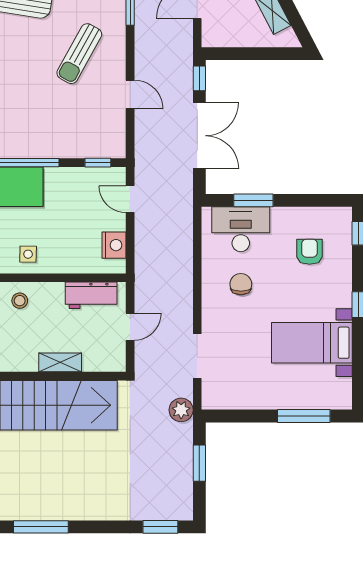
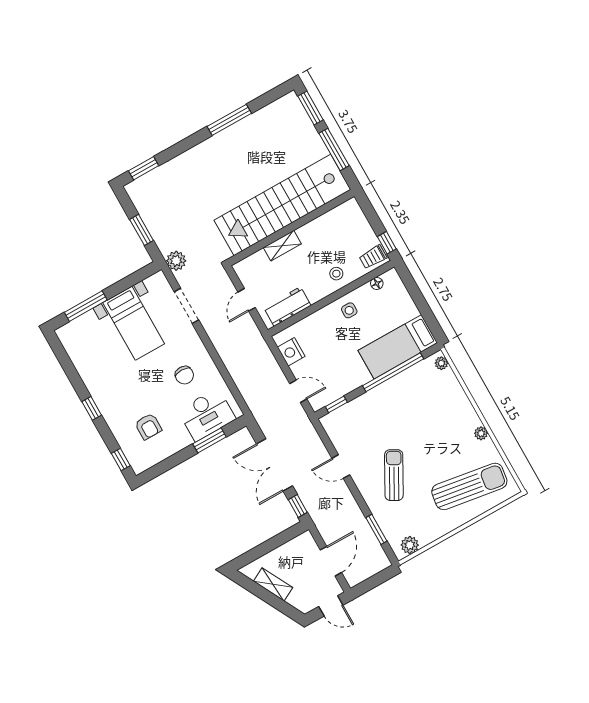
bed with nightstands: (312, 343) -> (134, 323), moved, turned 90

